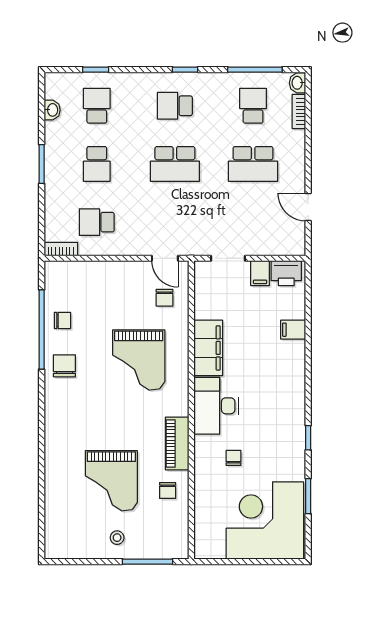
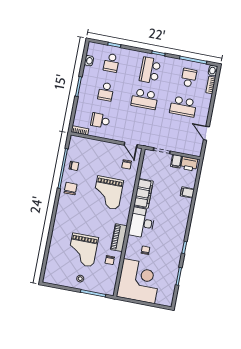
school desk: (97, 106) -> (111, 63), turned 180
school desk: (175, 106) -> (150, 70), width x1.85
corner desk: (265, 520) -> (139, 281), moved, turned 90

